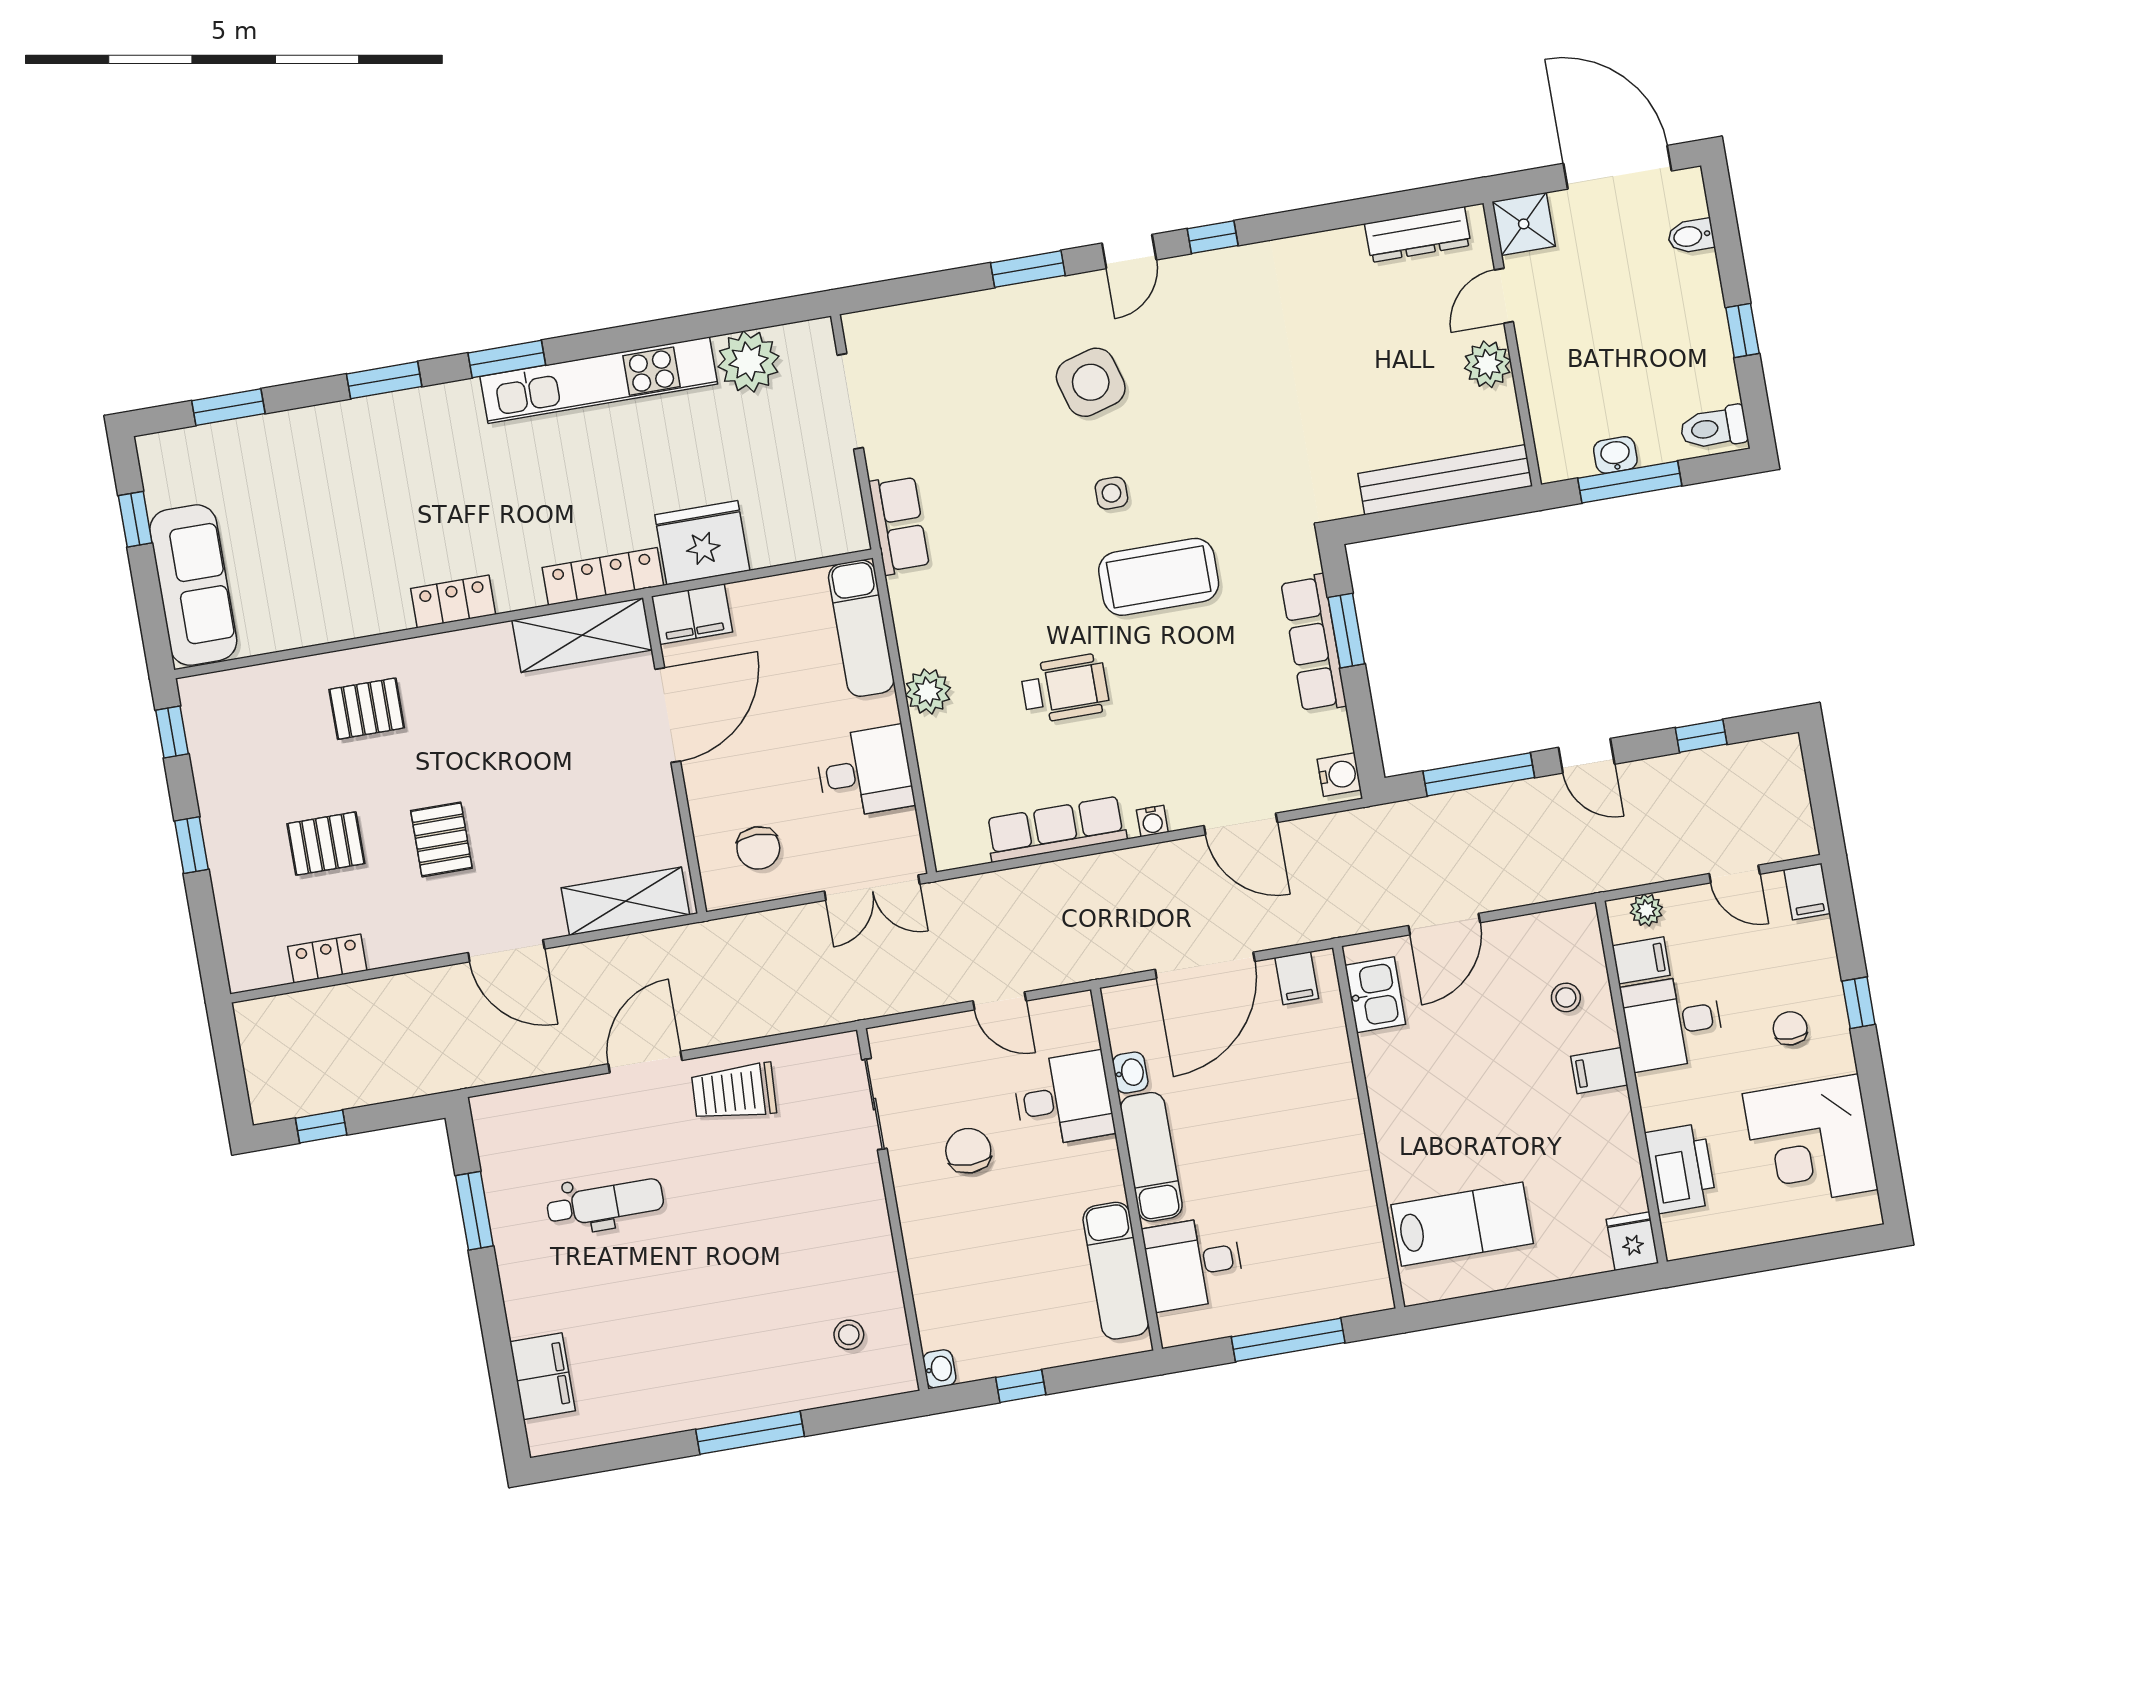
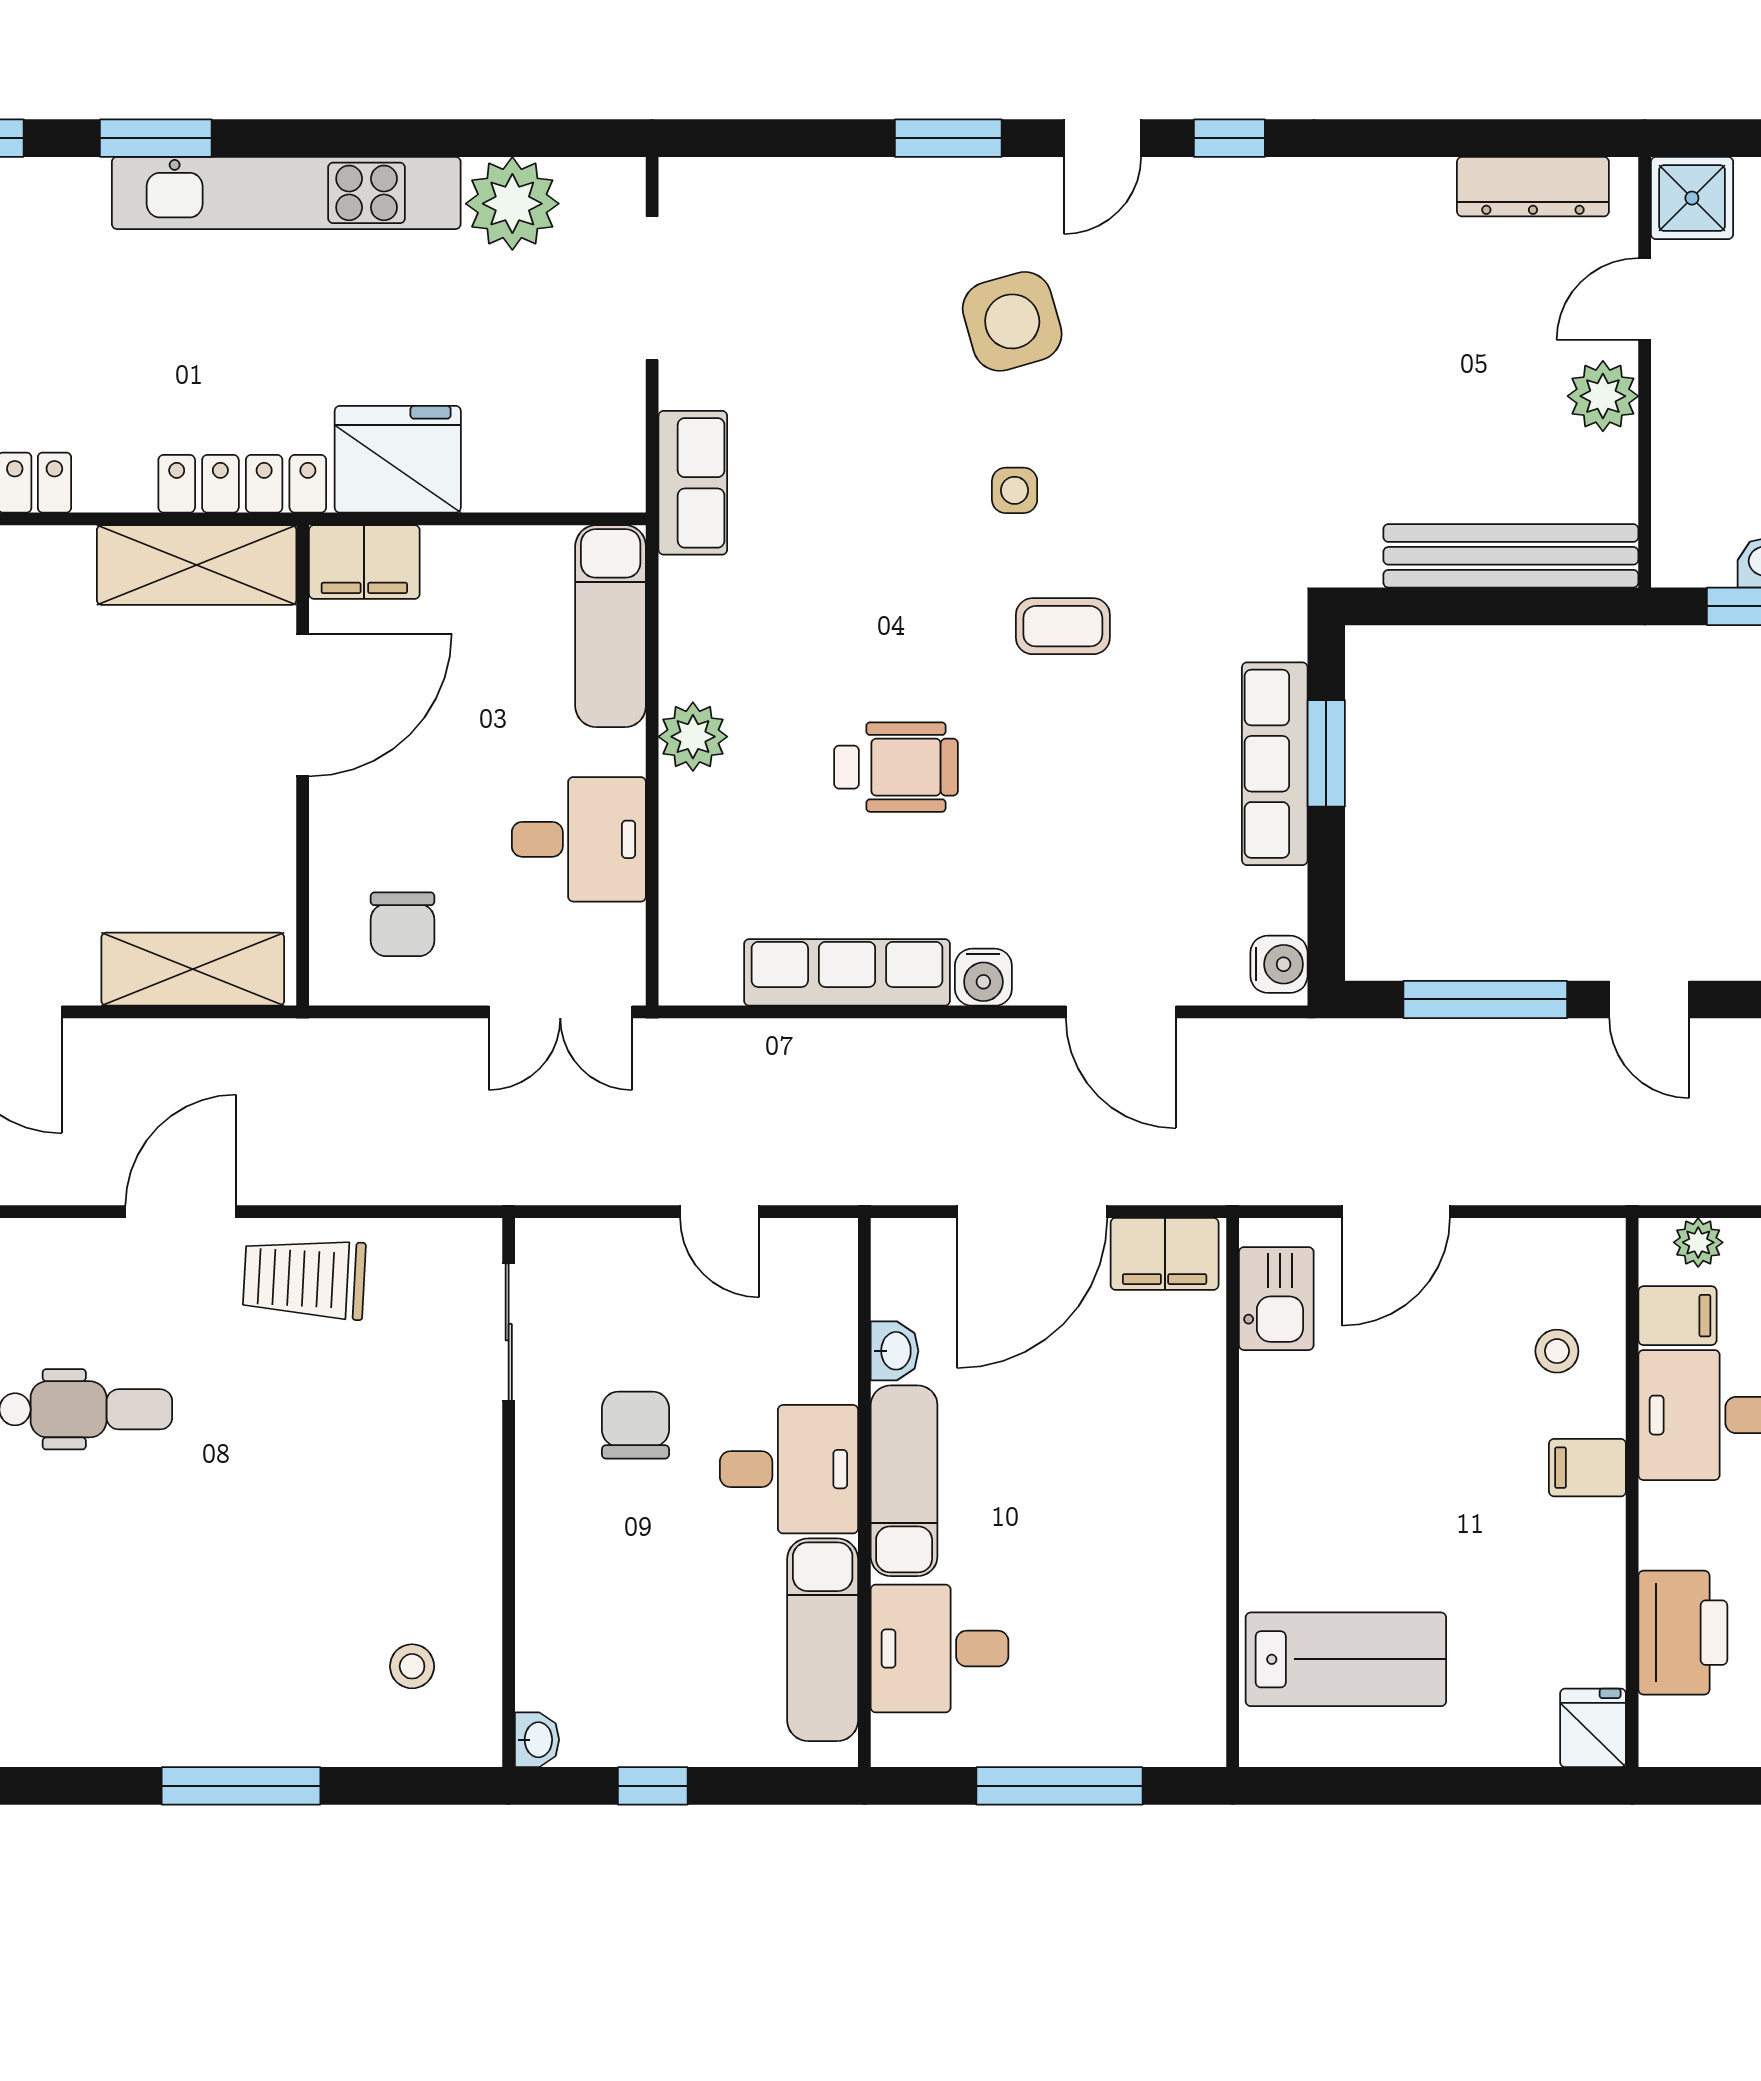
coffee table: (1159, 577) -> (1063, 626), width x0.54, depth x0.58
water cooler: (1152, 821) -> (983, 977), width x1.38, depth x1.38
filing cabinet: (1297, 978) -> (1165, 1254), width x2.00
desk: (1063, 1099) -> (789, 1469), moved

